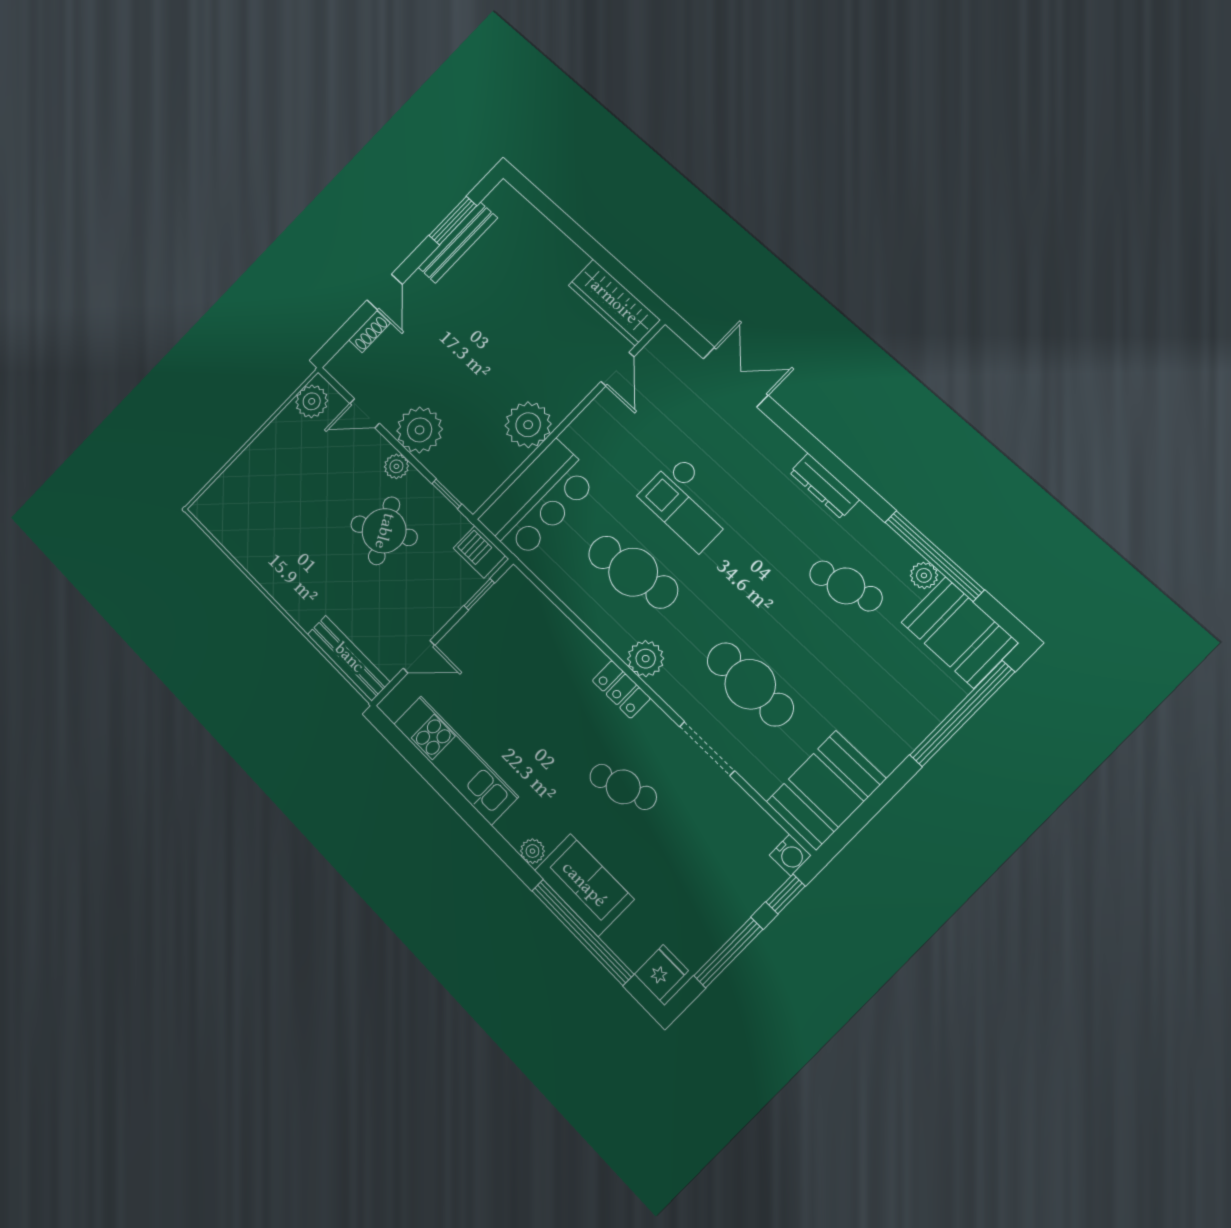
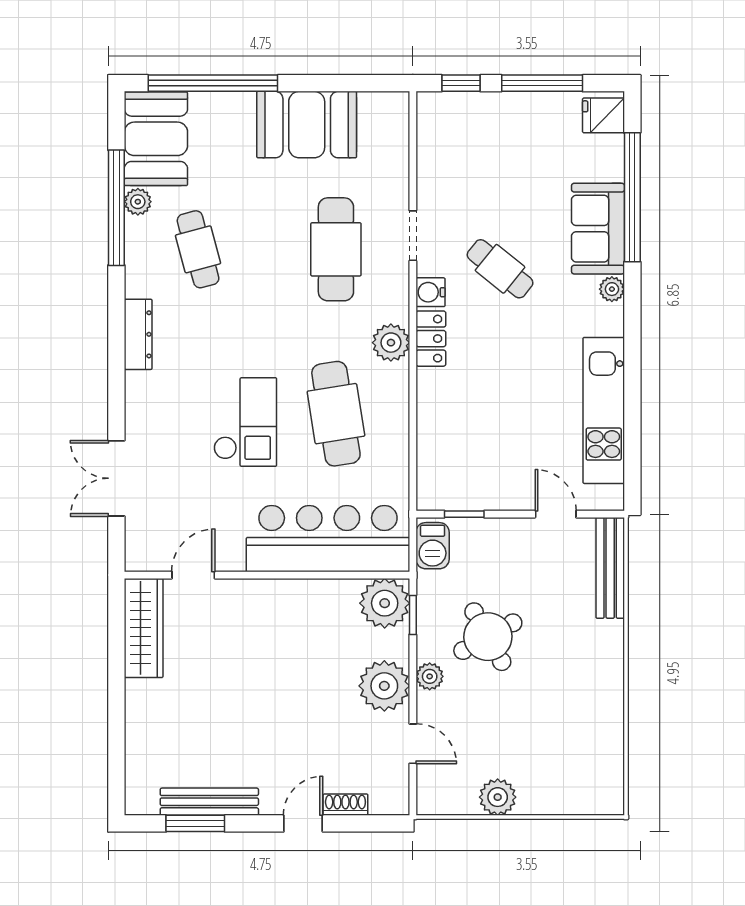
plant: (312, 401) -> (498, 797), moved
plant: (528, 425) -> (385, 603), moved
bar counter: (539, 500) -> (328, 539), width x1.36
doorway: (707, 749) -> (413, 236), width x0.73
cafe table: (623, 787) -> (500, 269), turned -32
booth: (826, 790) -> (307, 125), moved
water cooler: (790, 855) -> (431, 292), moved, turned -90

